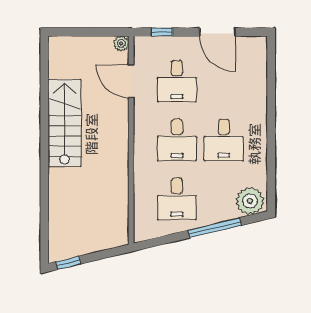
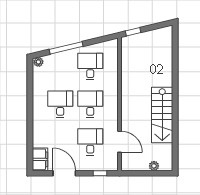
plant: (121, 43) -> (154, 166), moved
filing cabinet: (255, 54) -> (40, 159), added
plant: (250, 201) -> (38, 62), width x0.53, depth x0.53
window: (68, 263) -> (133, 32), moved

